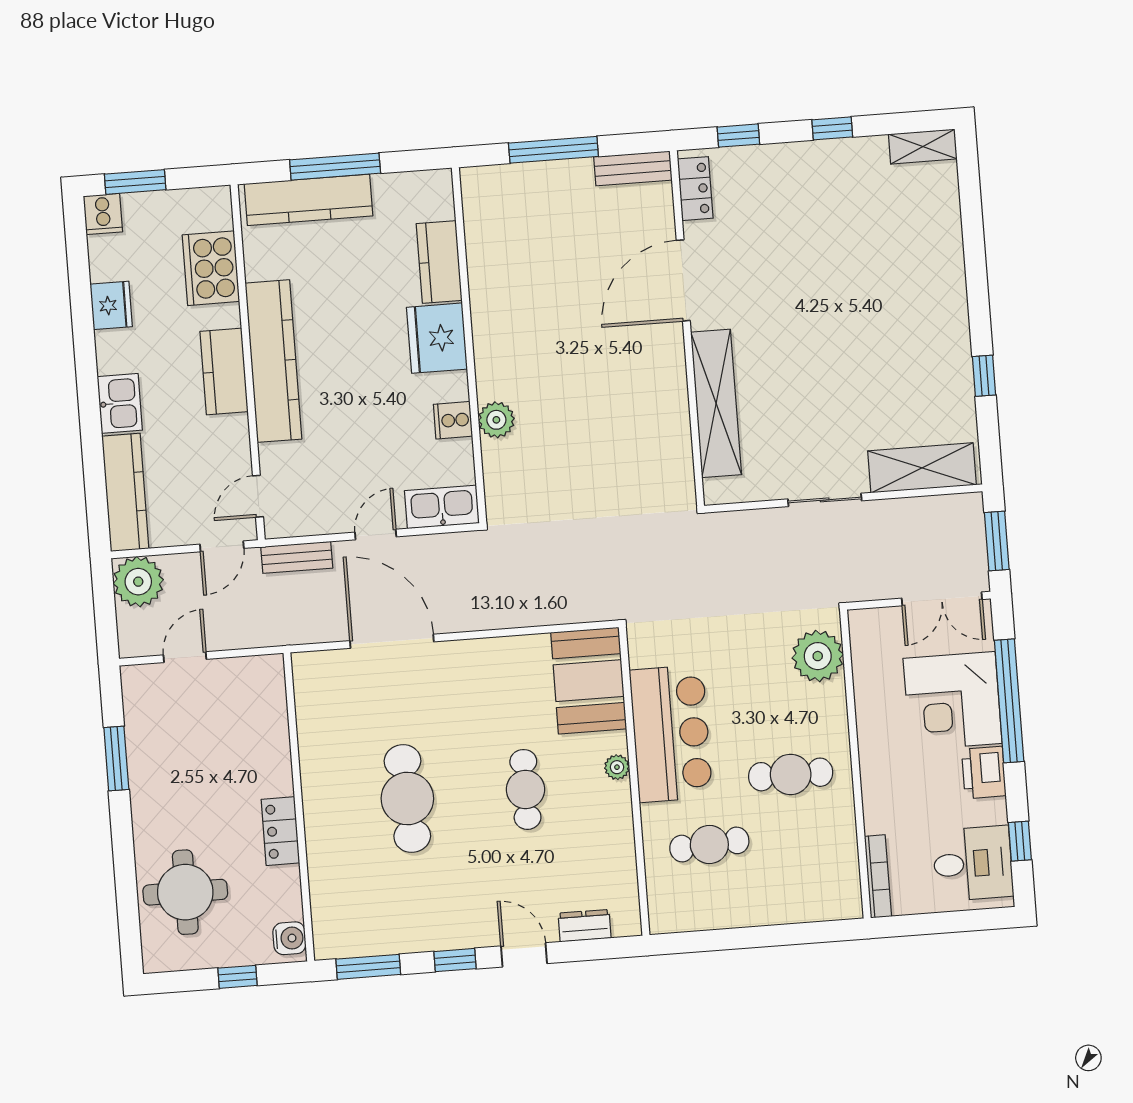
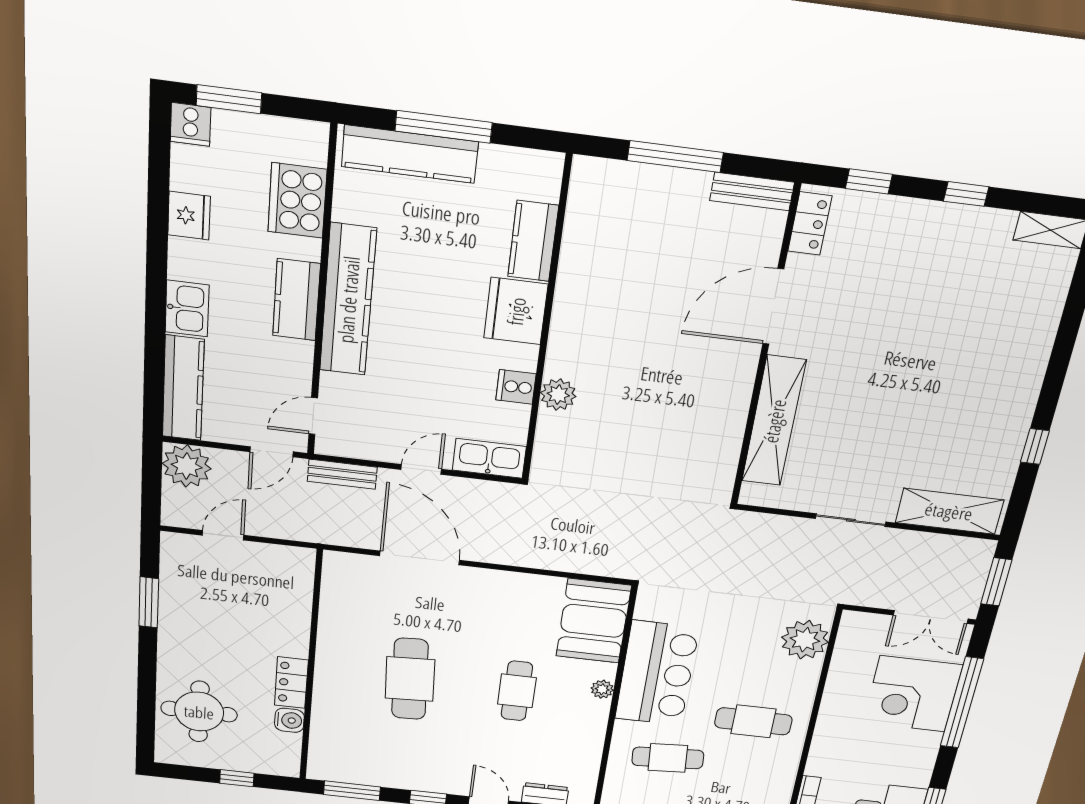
printer: (984, 772) -> (921, 749), removed
water cooler: (289, 938) -> (289, 720), moved

